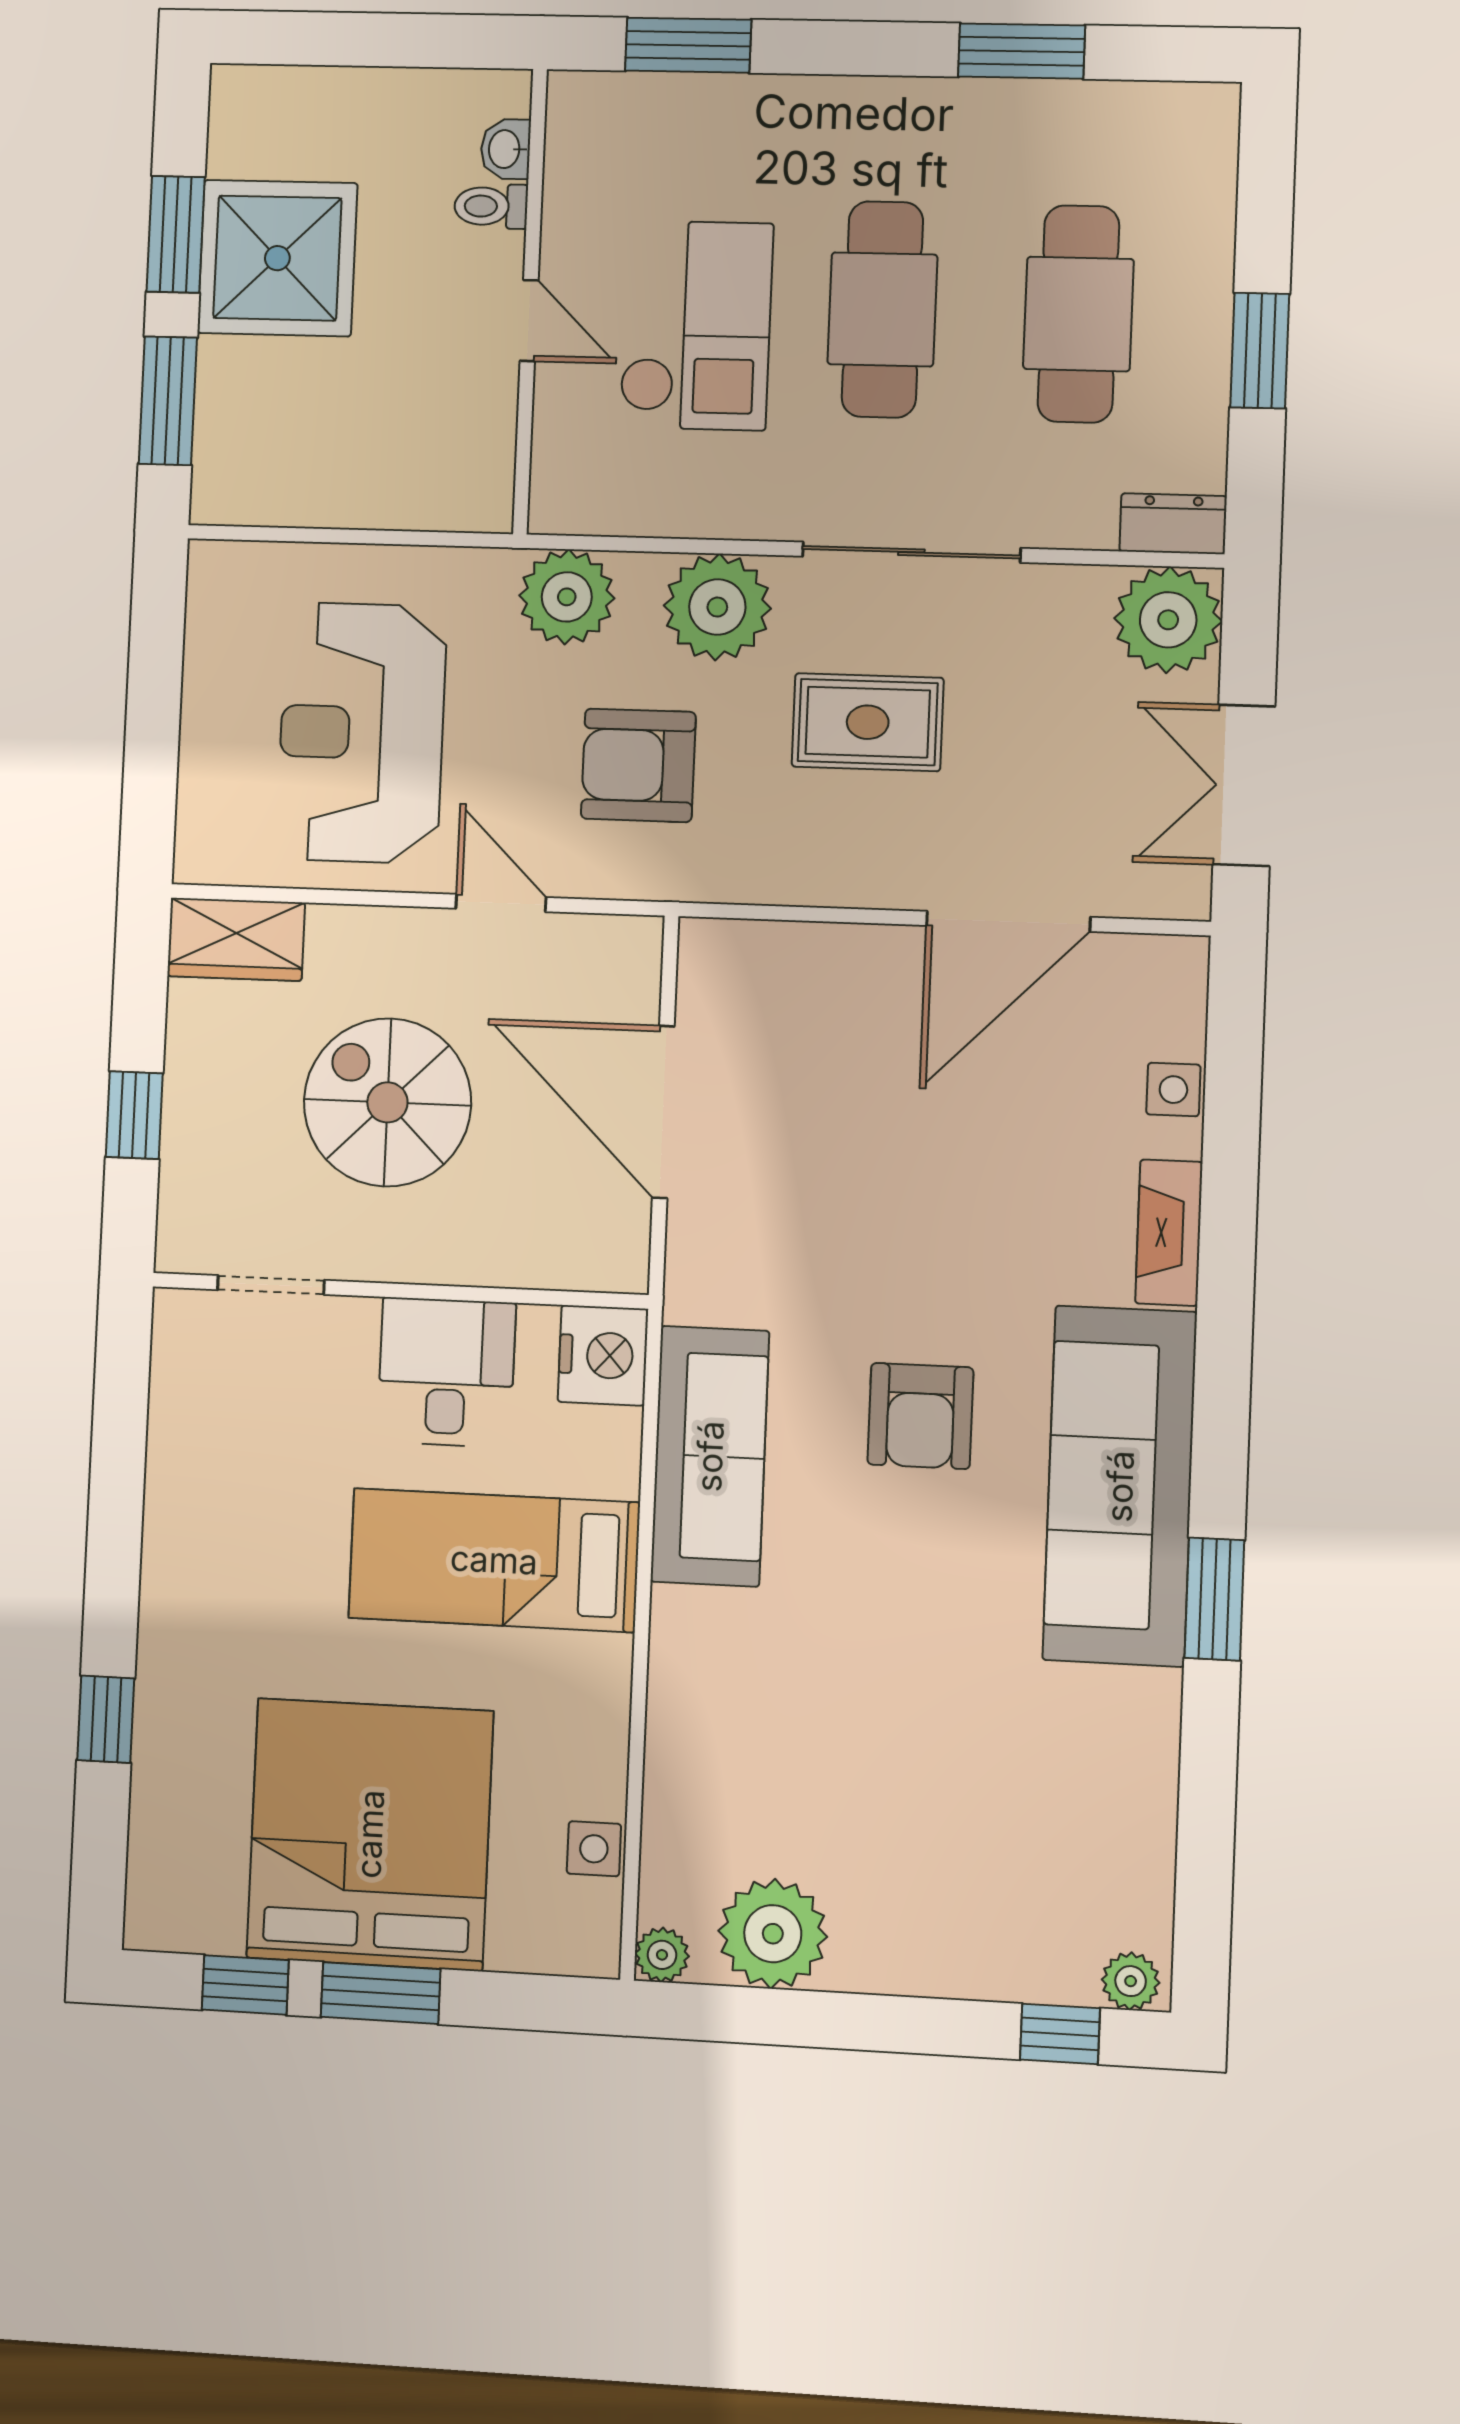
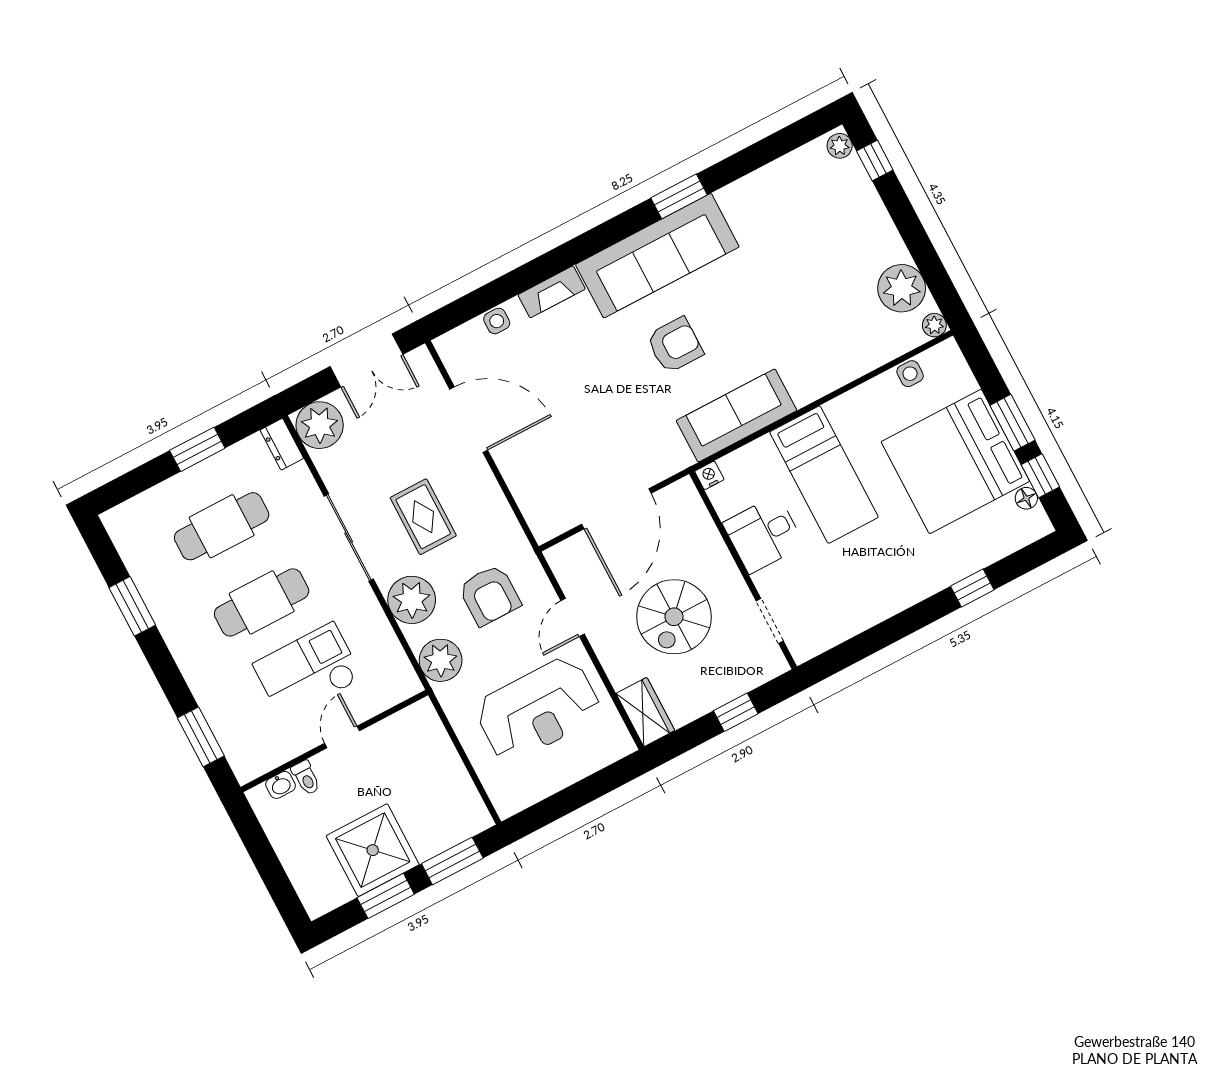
nightstand: (603, 1355) -> (709, 475), width x0.53, depth x0.56
floor lamp: (218, 1931) -> (1026, 498), added

